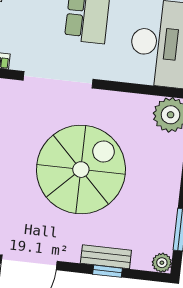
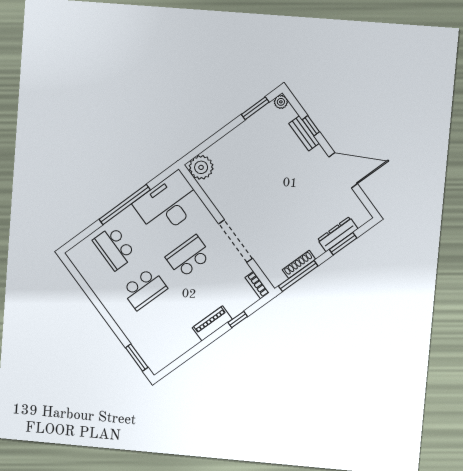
spiral stairs: (81, 170) -> (271, 187), removed

